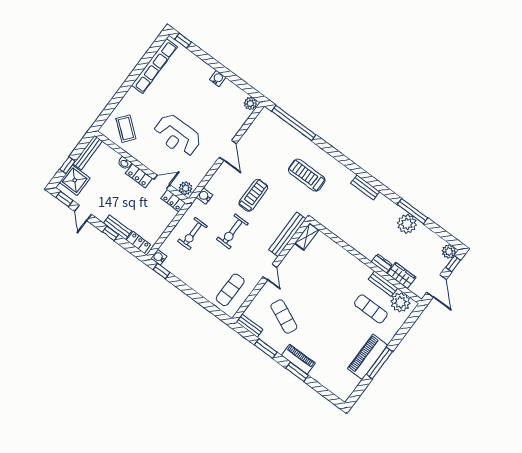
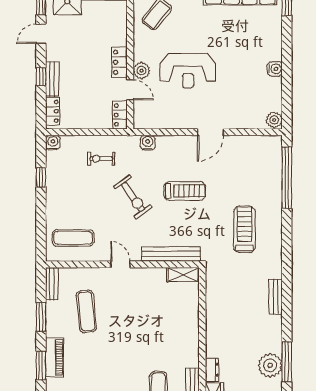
reception desk: (177, 135) -> (188, 71), turned -90
washbasin: (125, 163) -> (121, 39), removed
plant: (186, 188) -> (141, 71), moved
exercise bike: (232, 232) -> (133, 197), turned -125
exercise bike: (192, 234) -> (101, 159), width x0.73, depth x0.72
window: (161, 271) -> (41, 177), moved
door: (270, 272) -> (120, 264), swing flipped
exercise mat: (284, 317) -> (86, 311), turned -30

